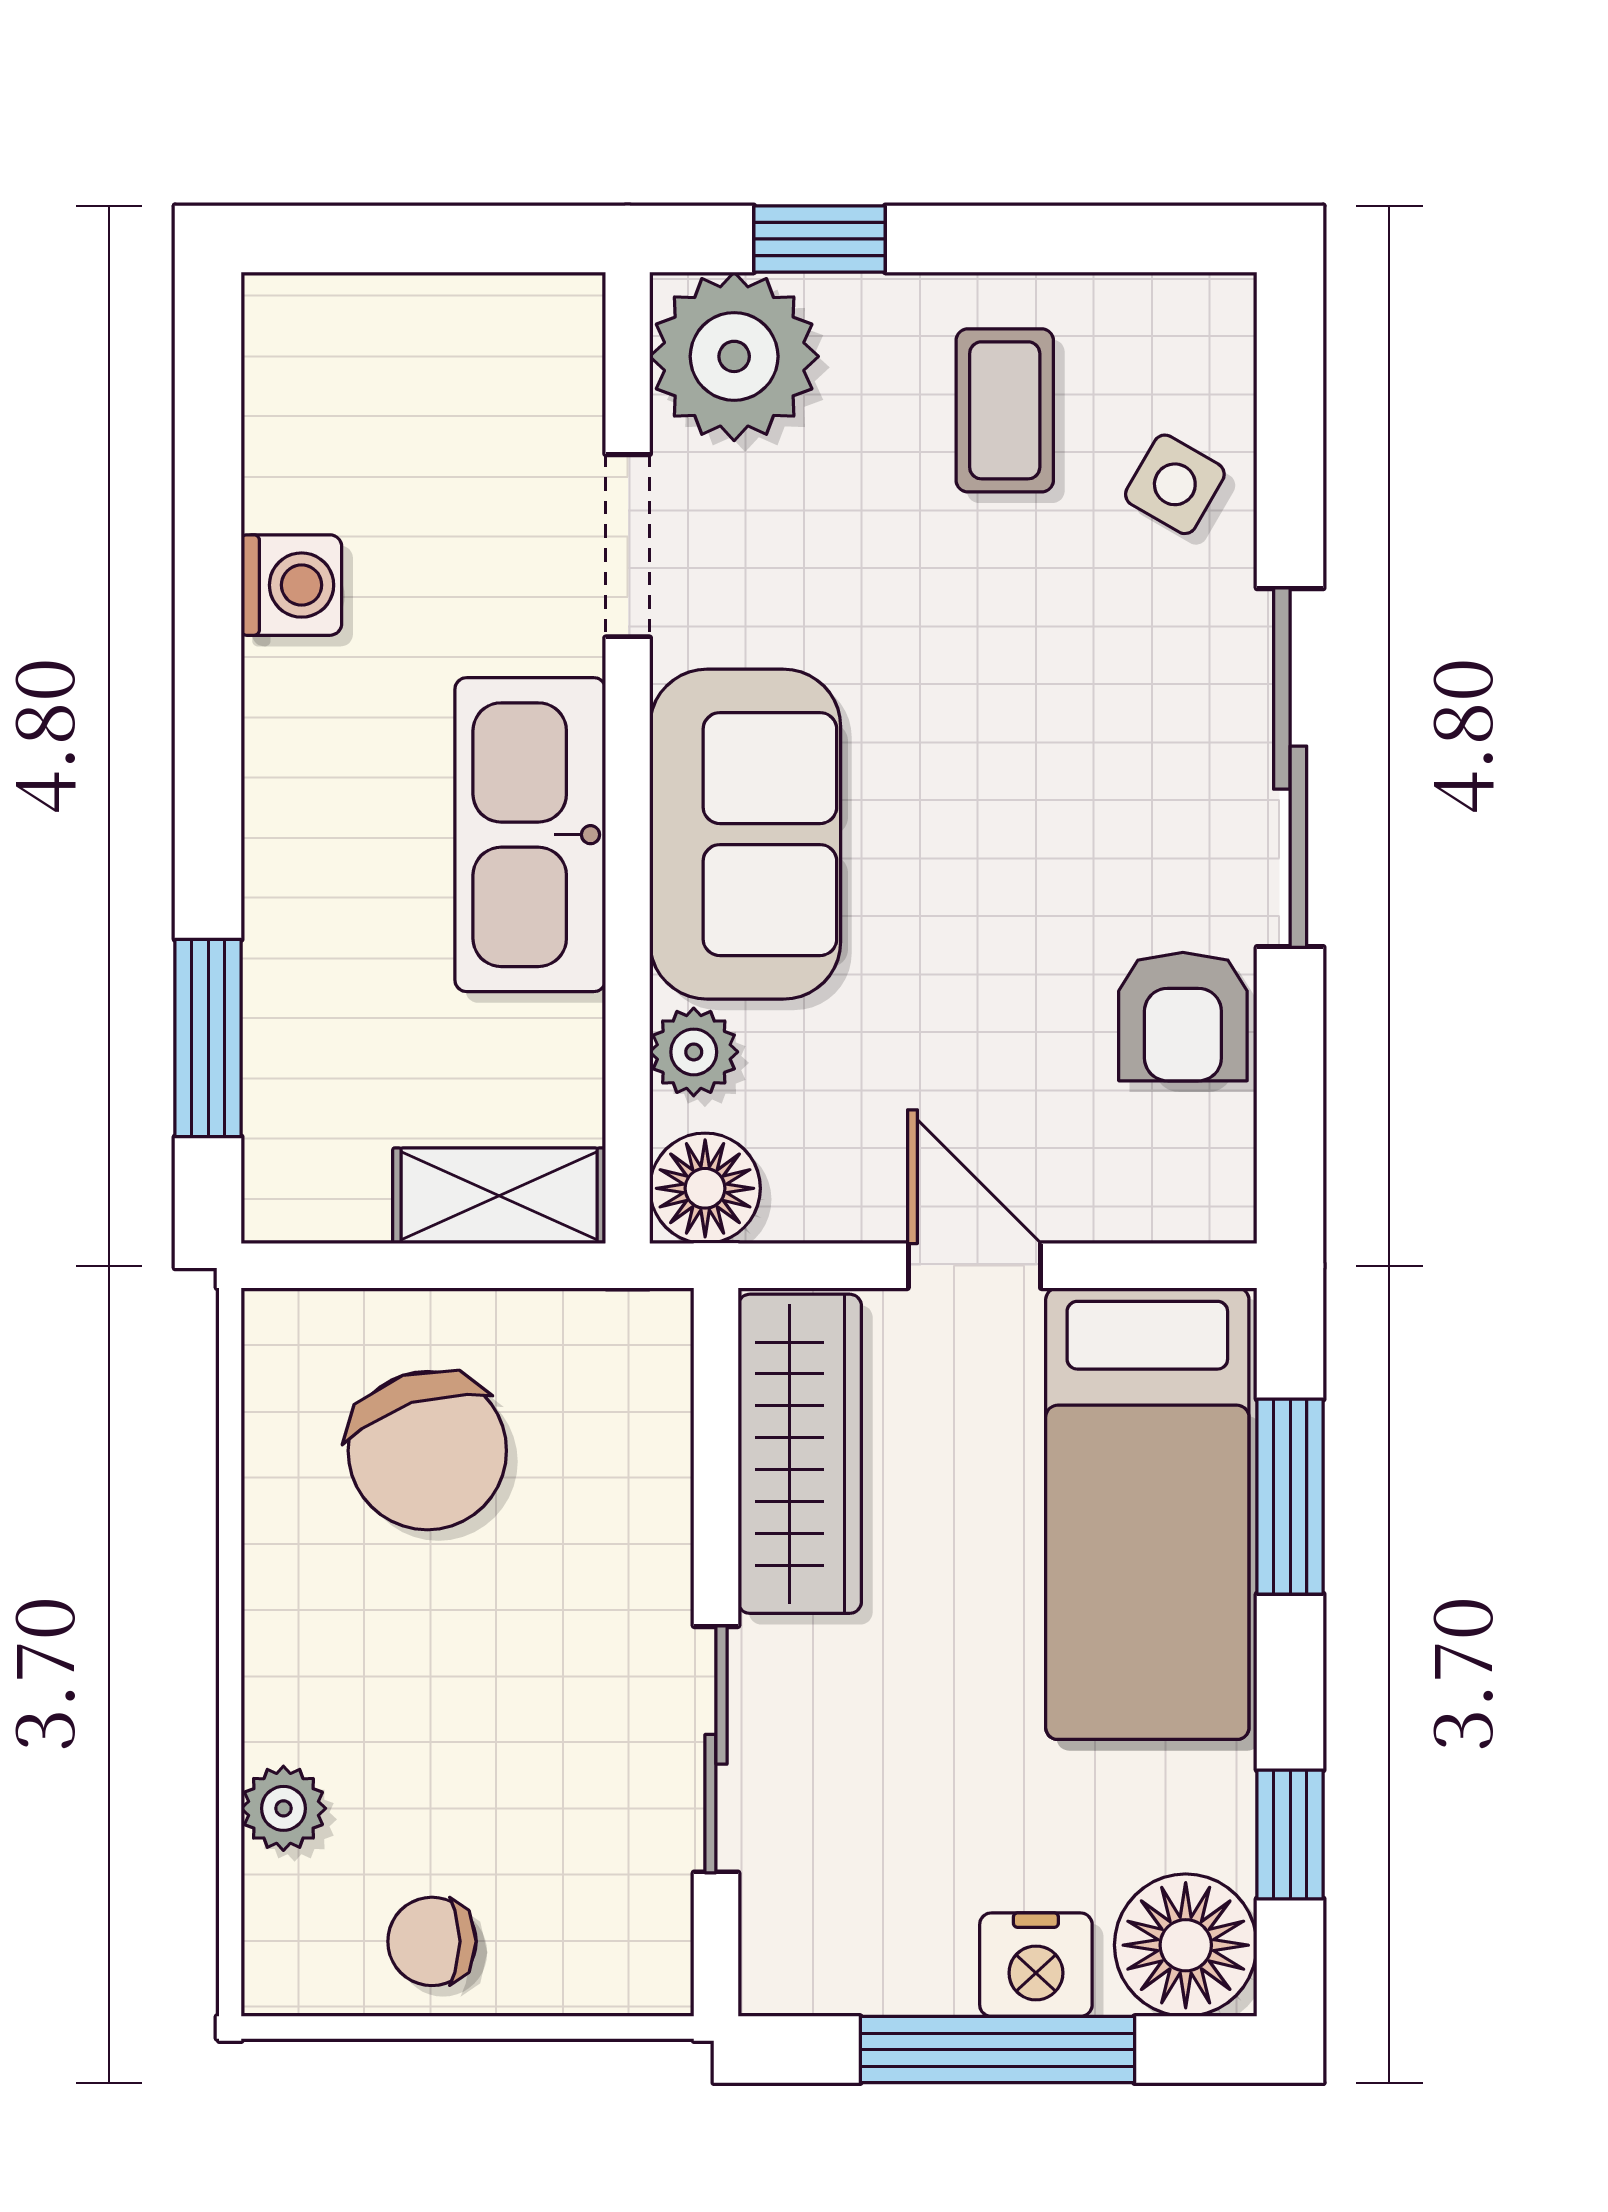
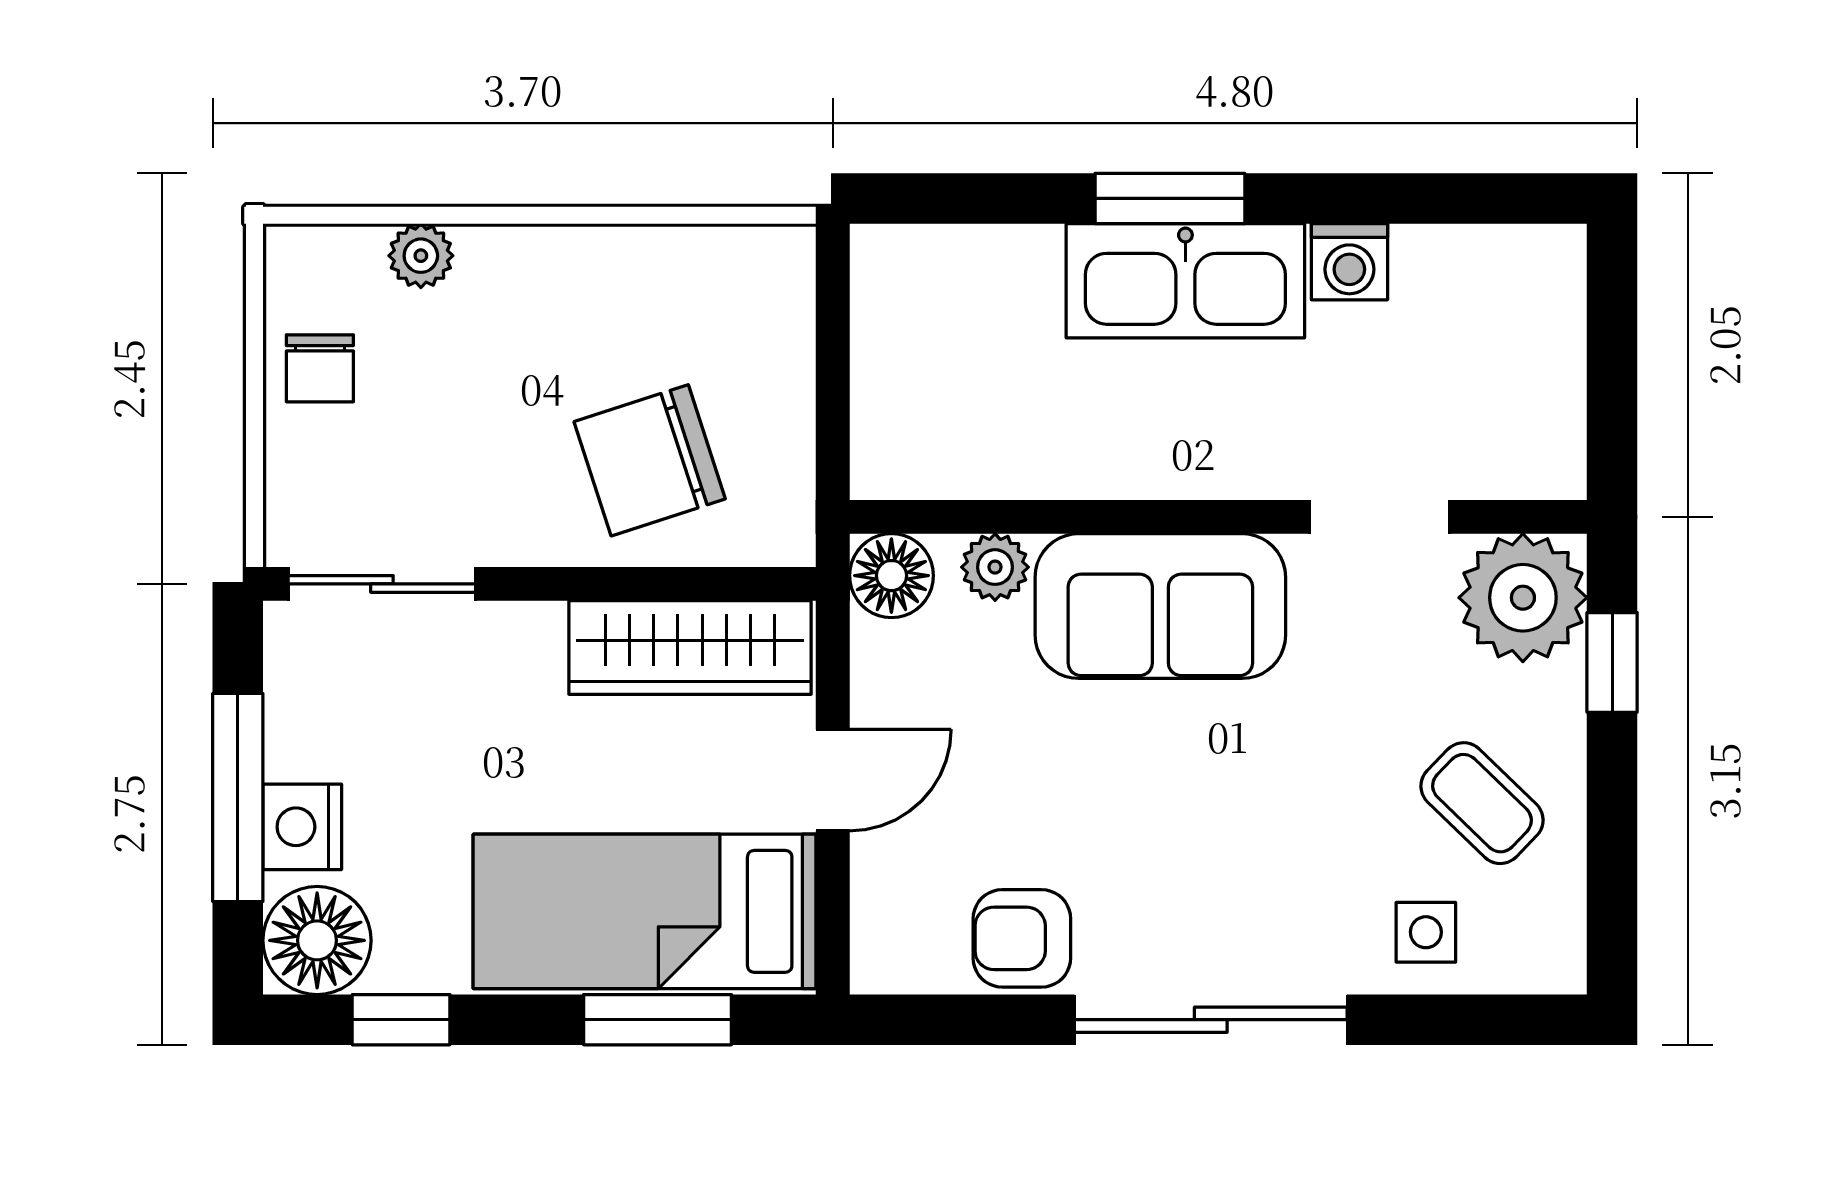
coffee table: (1005, 410) -> (1482, 803), turned 44
side table: (1175, 484) -> (1426, 932), turned -30
kitchen sink: (530, 835) -> (1185, 281), moved, turned 180
window: (208, 1038) -> (1170, 198), moved
shelving: (499, 1196) -> (886, 419), removed
chair: (427, 1451) -> (650, 460), moved
sliding door: (716, 1749) -> (382, 584), moved
chair: (432, 1941) -> (320, 368), turned 180

